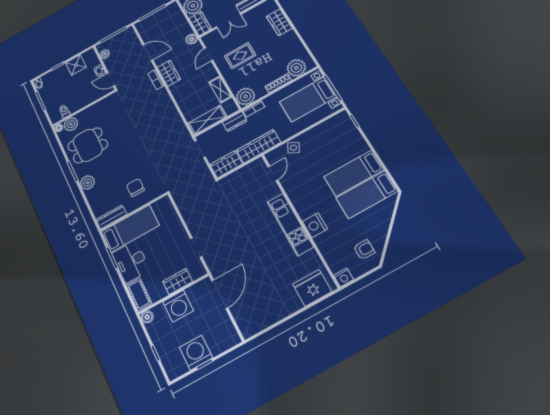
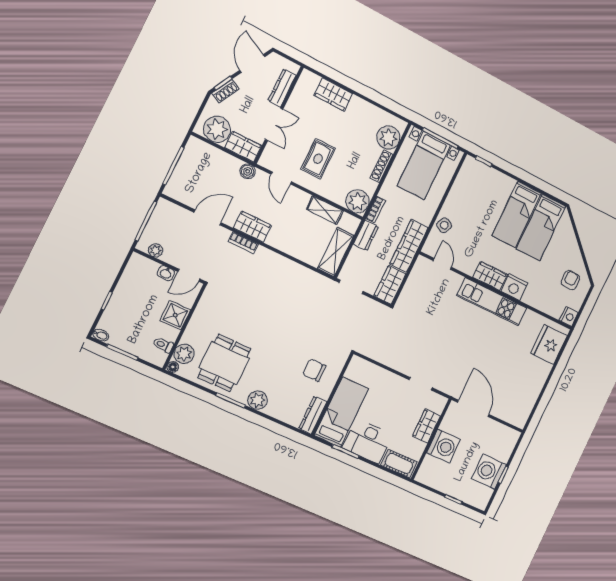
shower: (76, 65) -> (175, 315), moved
wardrobe: (302, 205) -> (490, 276), added
boiler: (147, 317) -> (422, 476), removed

